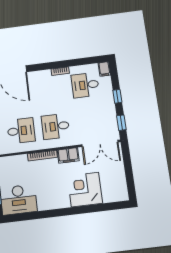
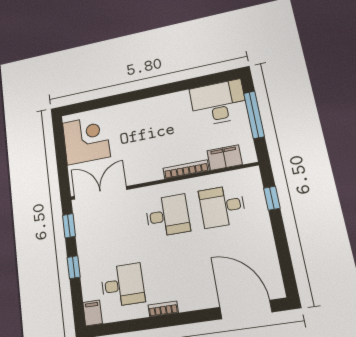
filing cabinet: (68, 155) -> (224, 158), moved
corner desk: (85, 190) -> (86, 140), moved, turned -90

